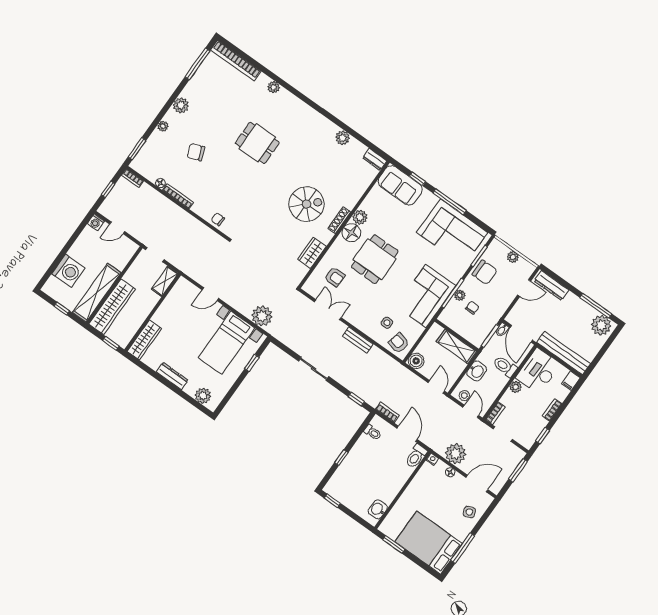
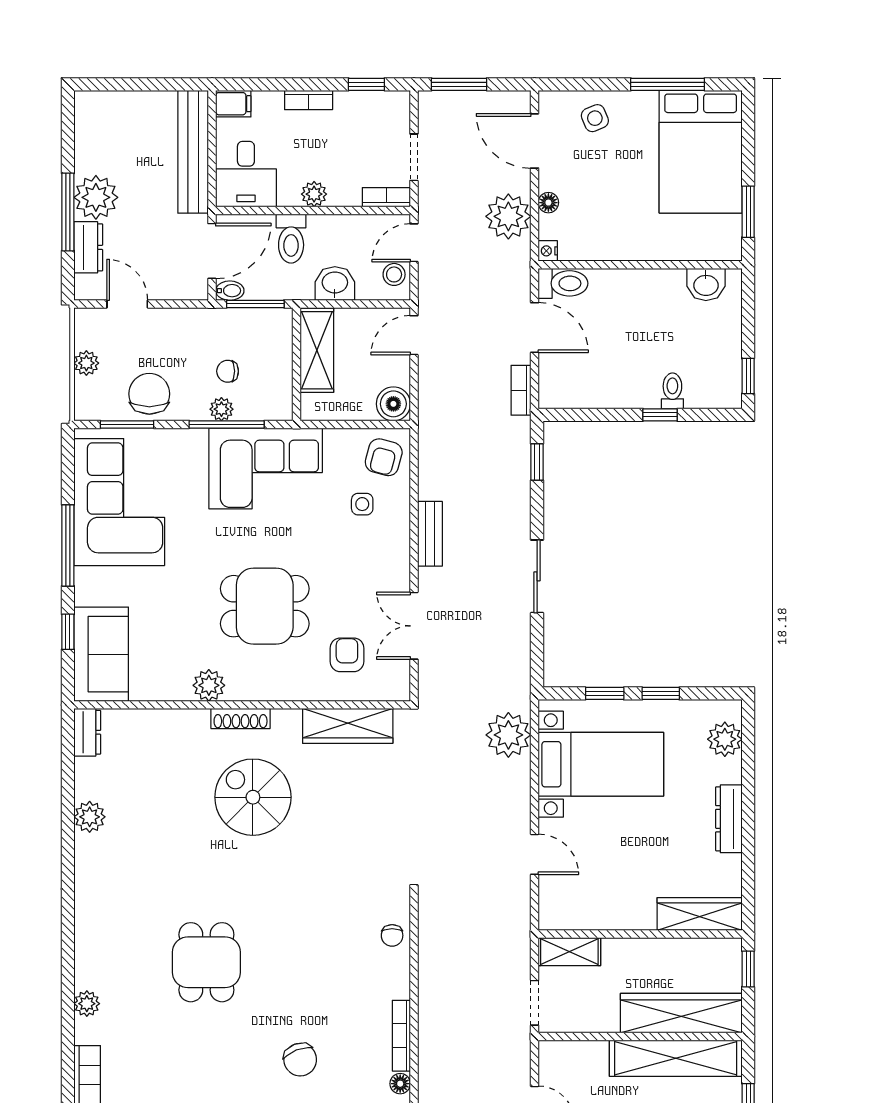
floor lamp: (351, 233) -> (247, 681), removed
wardrobe: (312, 253) -> (348, 726), width x1.50
dresser: (551, 286) -> (88, 247), width x0.70
window: (596, 306) -> (68, 212), moved
plant: (601, 325) -> (96, 197), moved
desk: (538, 371) -> (246, 174), width x0.73
window: (237, 384) -> (661, 693), added
toilet: (373, 432) -> (672, 391), moved
door: (407, 434) -> (535, 328), swing flipped

